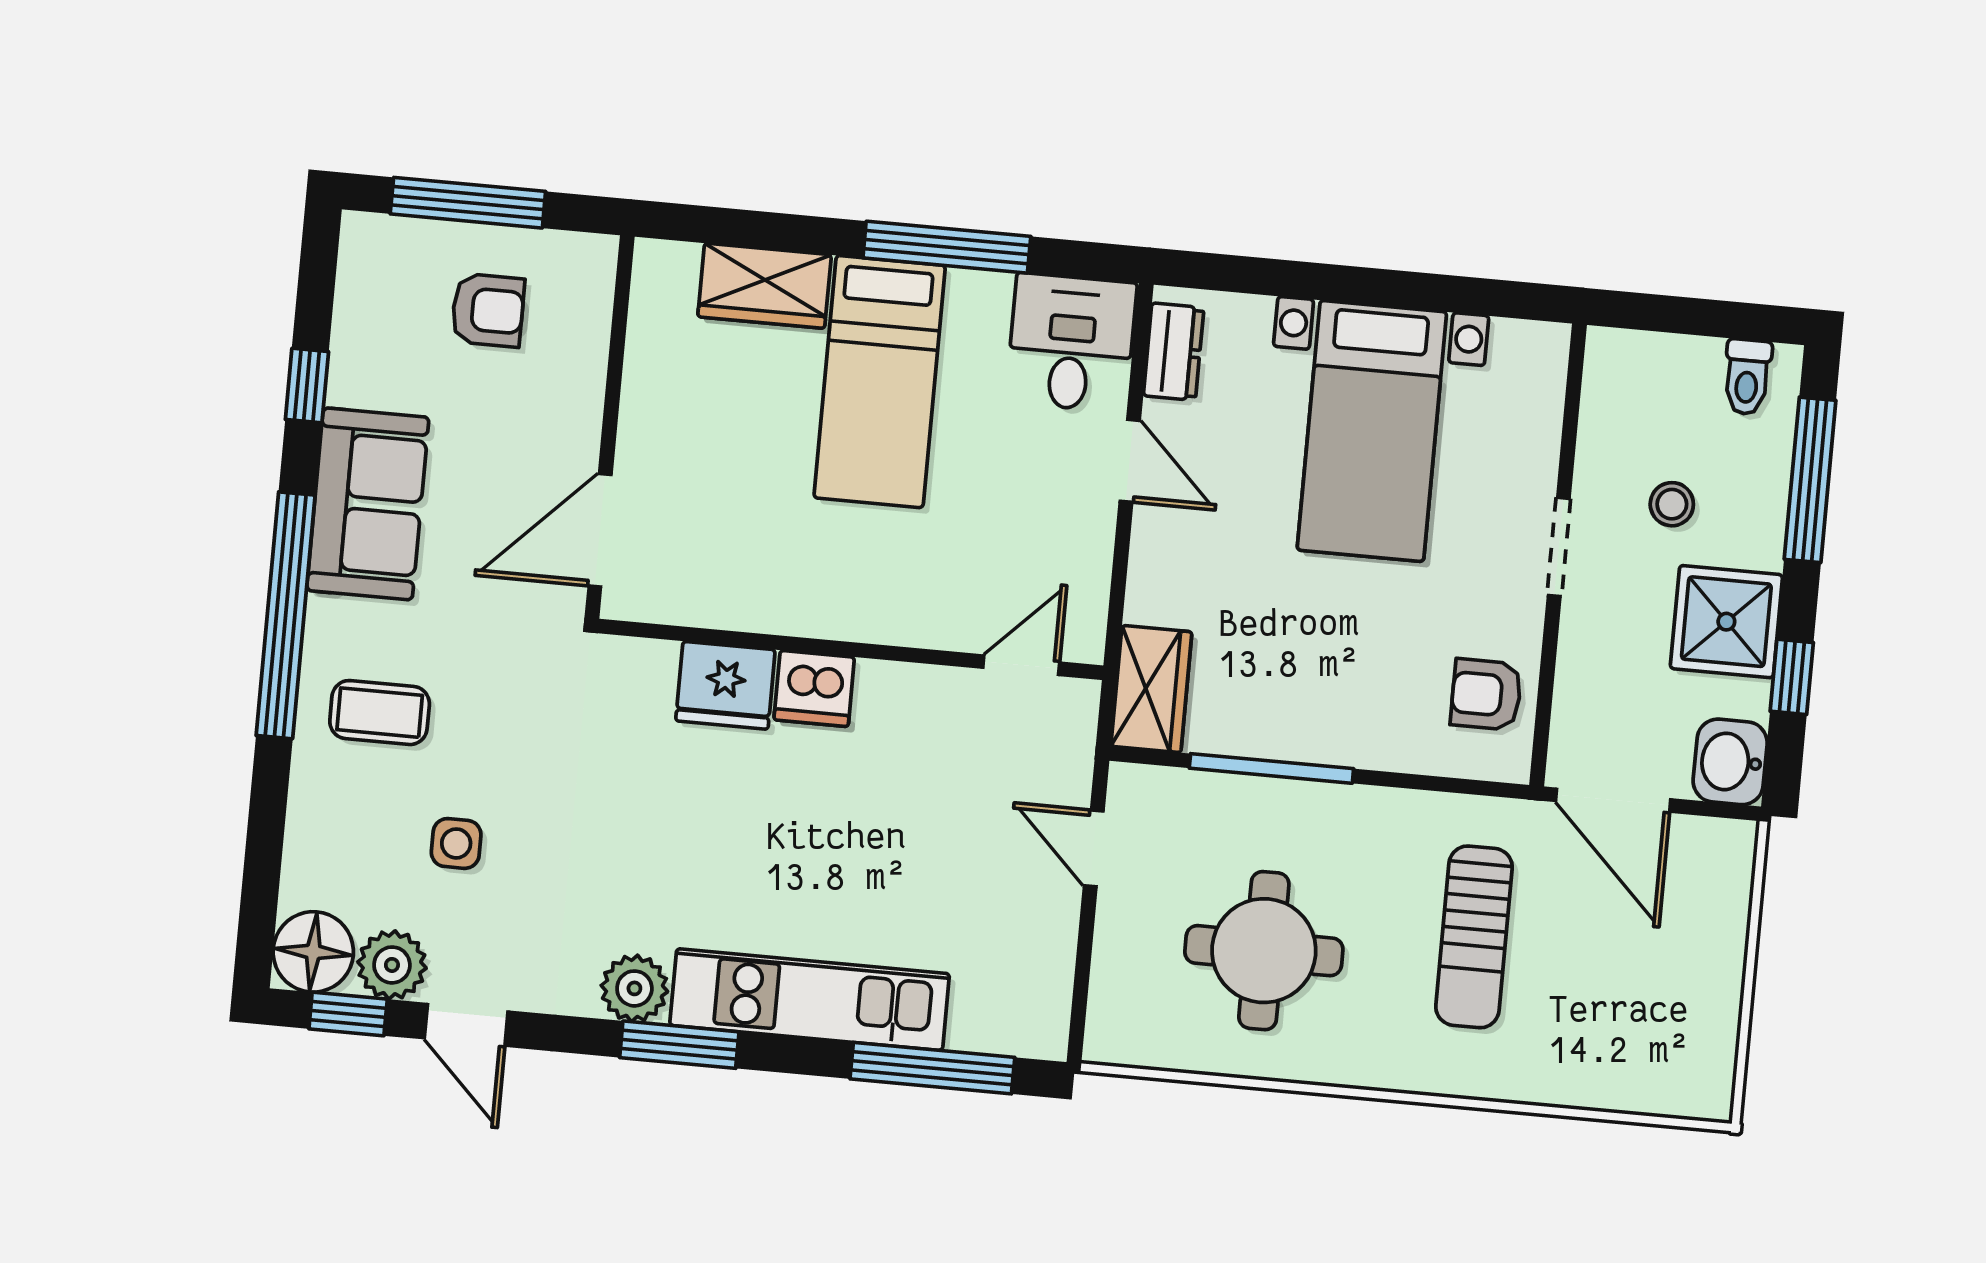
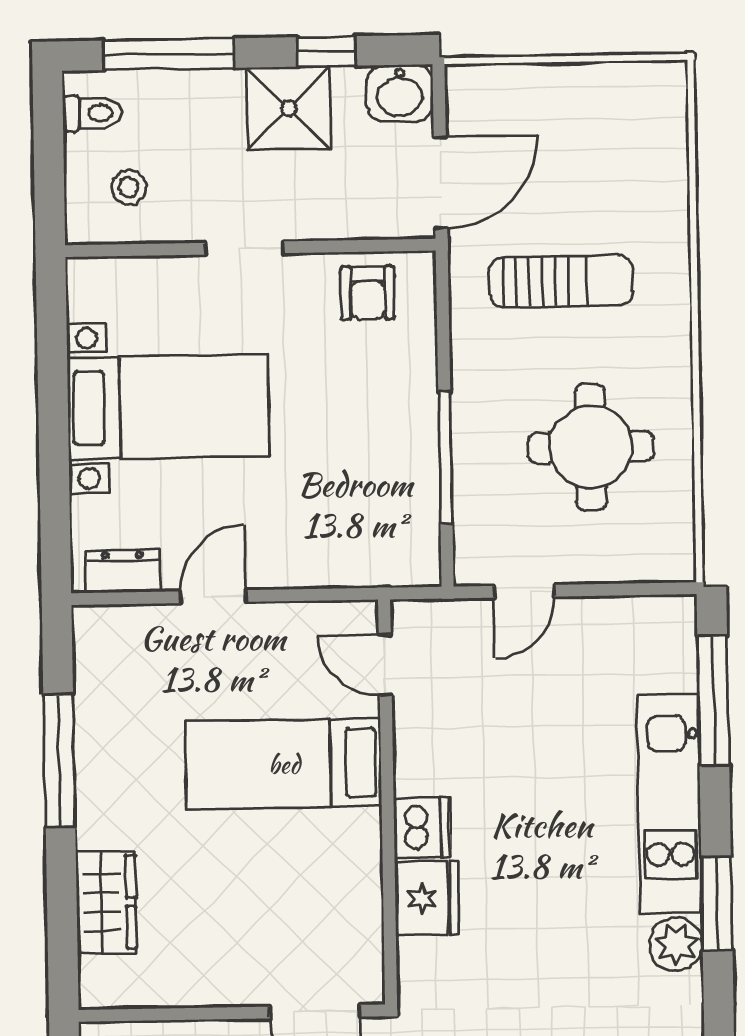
desk: (1071, 343) -> (124, 654), removed
bed: (880, 382) -> (284, 764), moved, turned 180
stool: (1672, 504) -> (129, 187), moved
wardrobe: (1151, 689) -> (393, 560), removed

